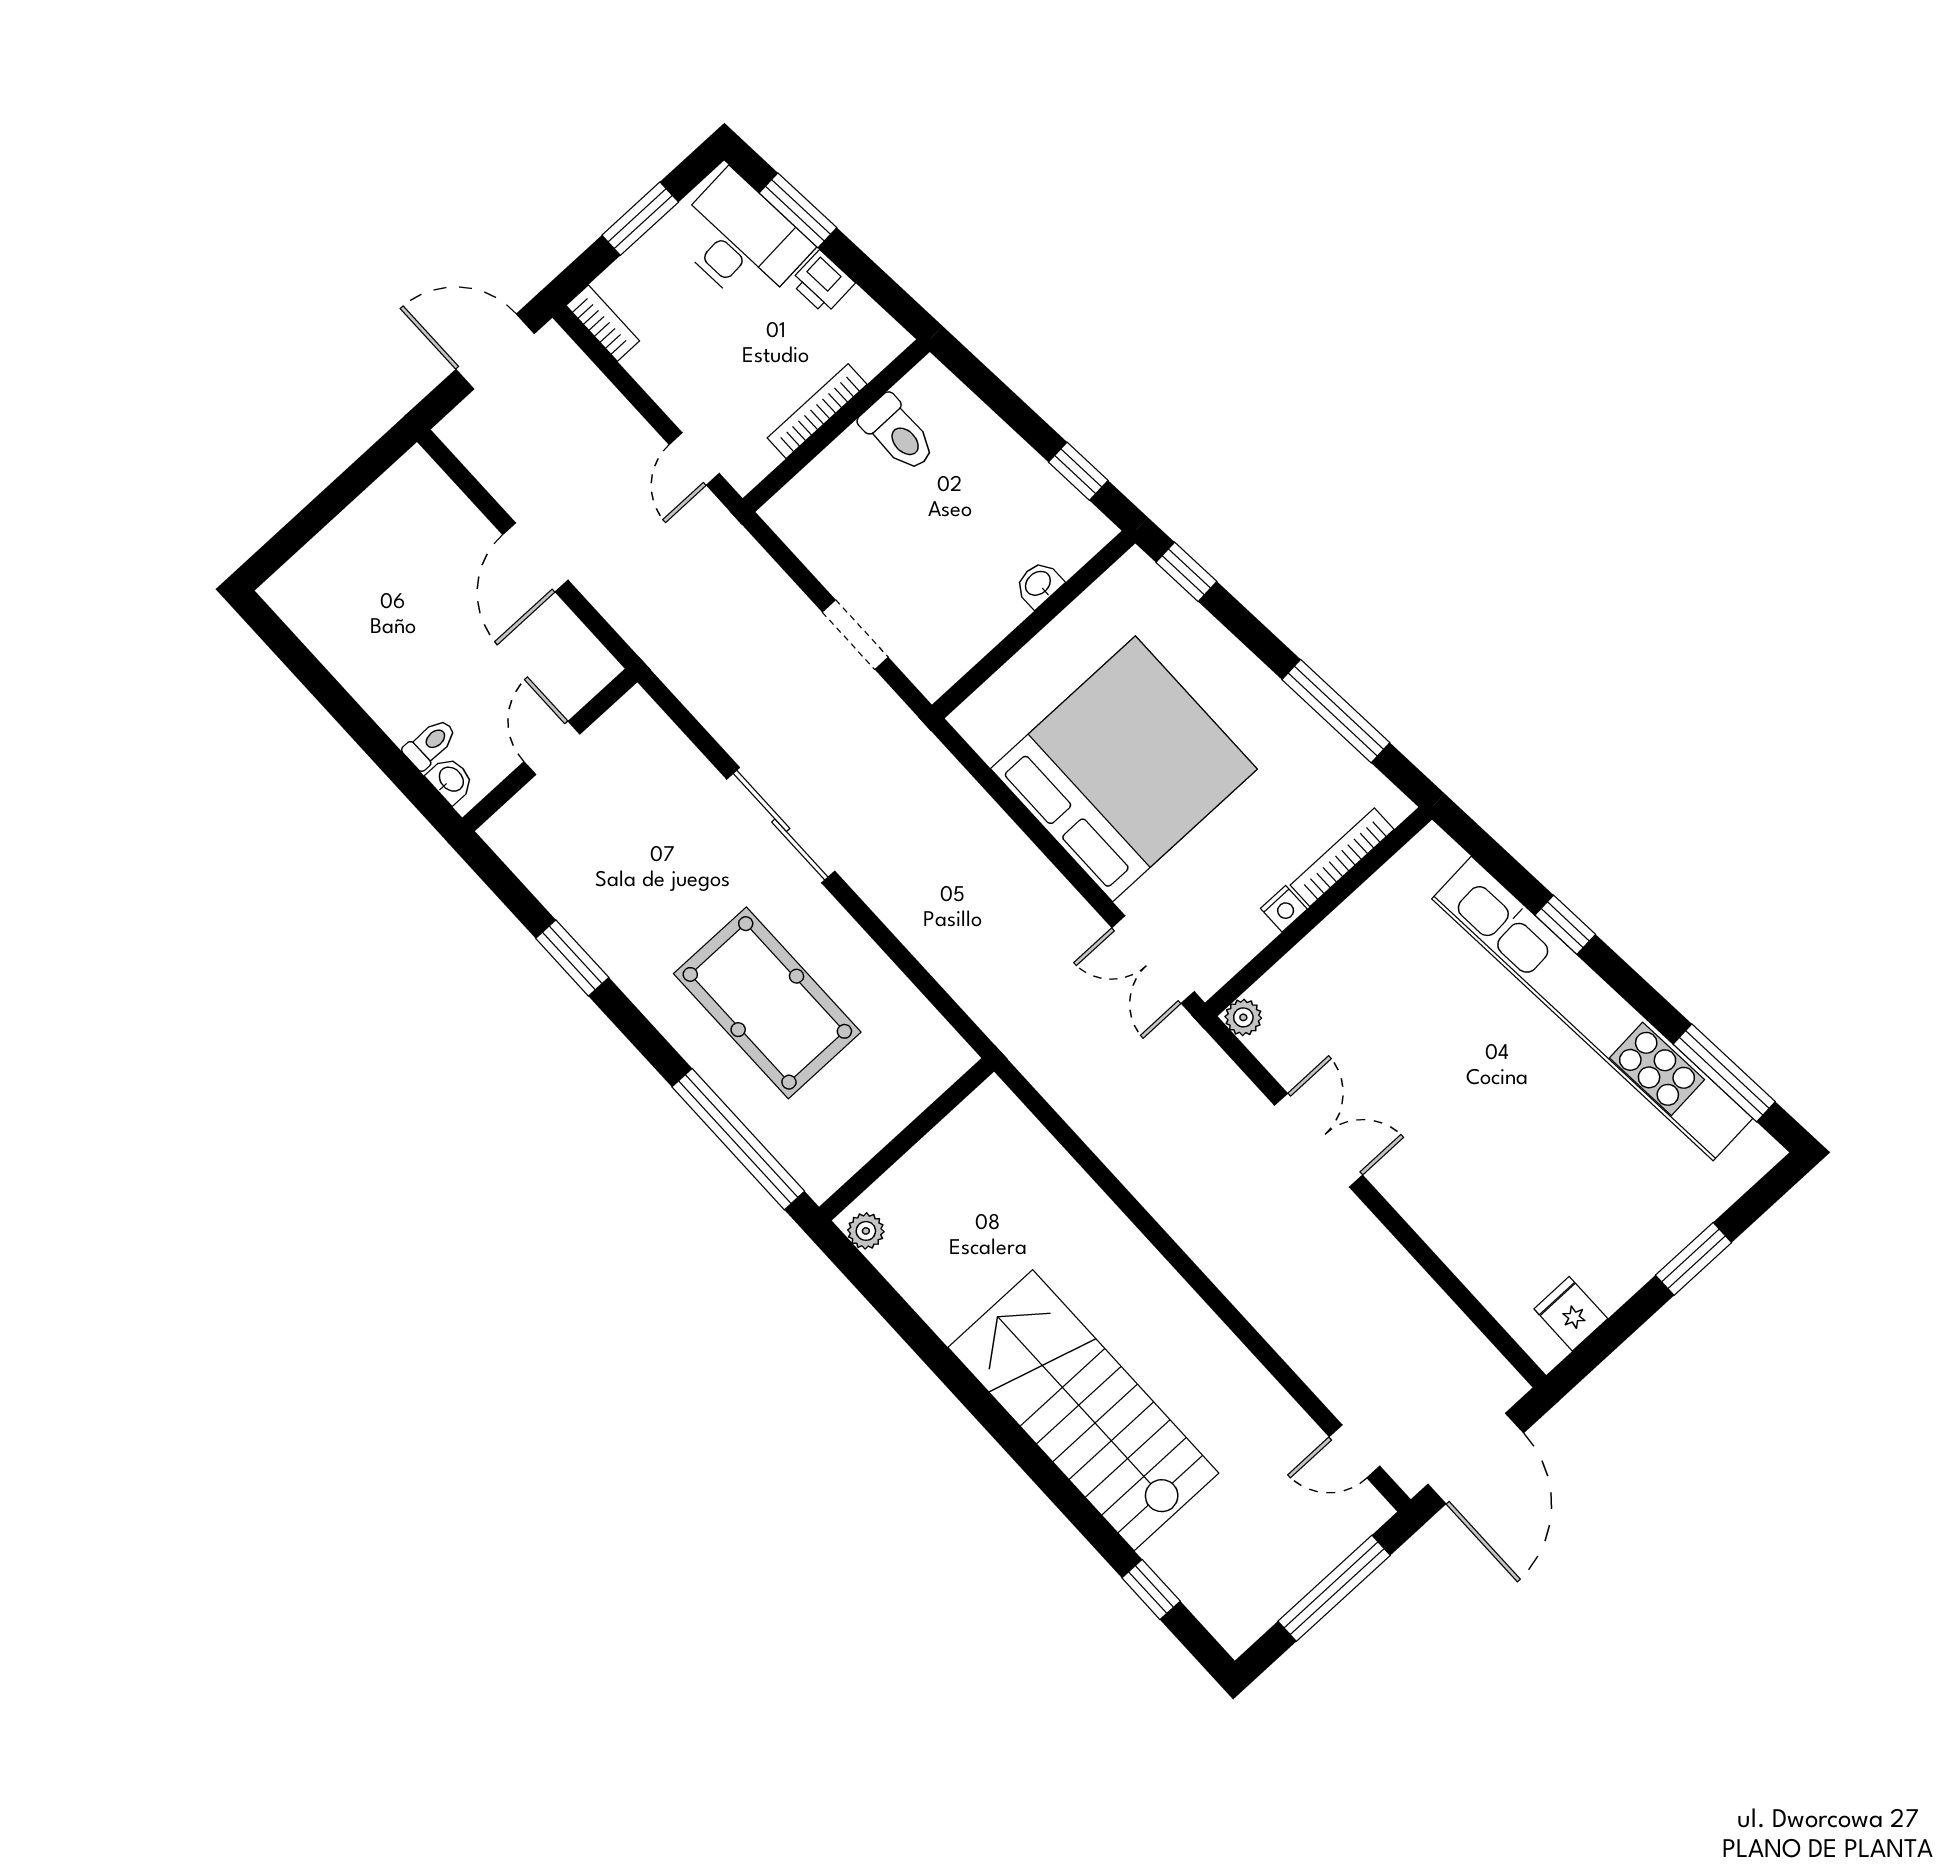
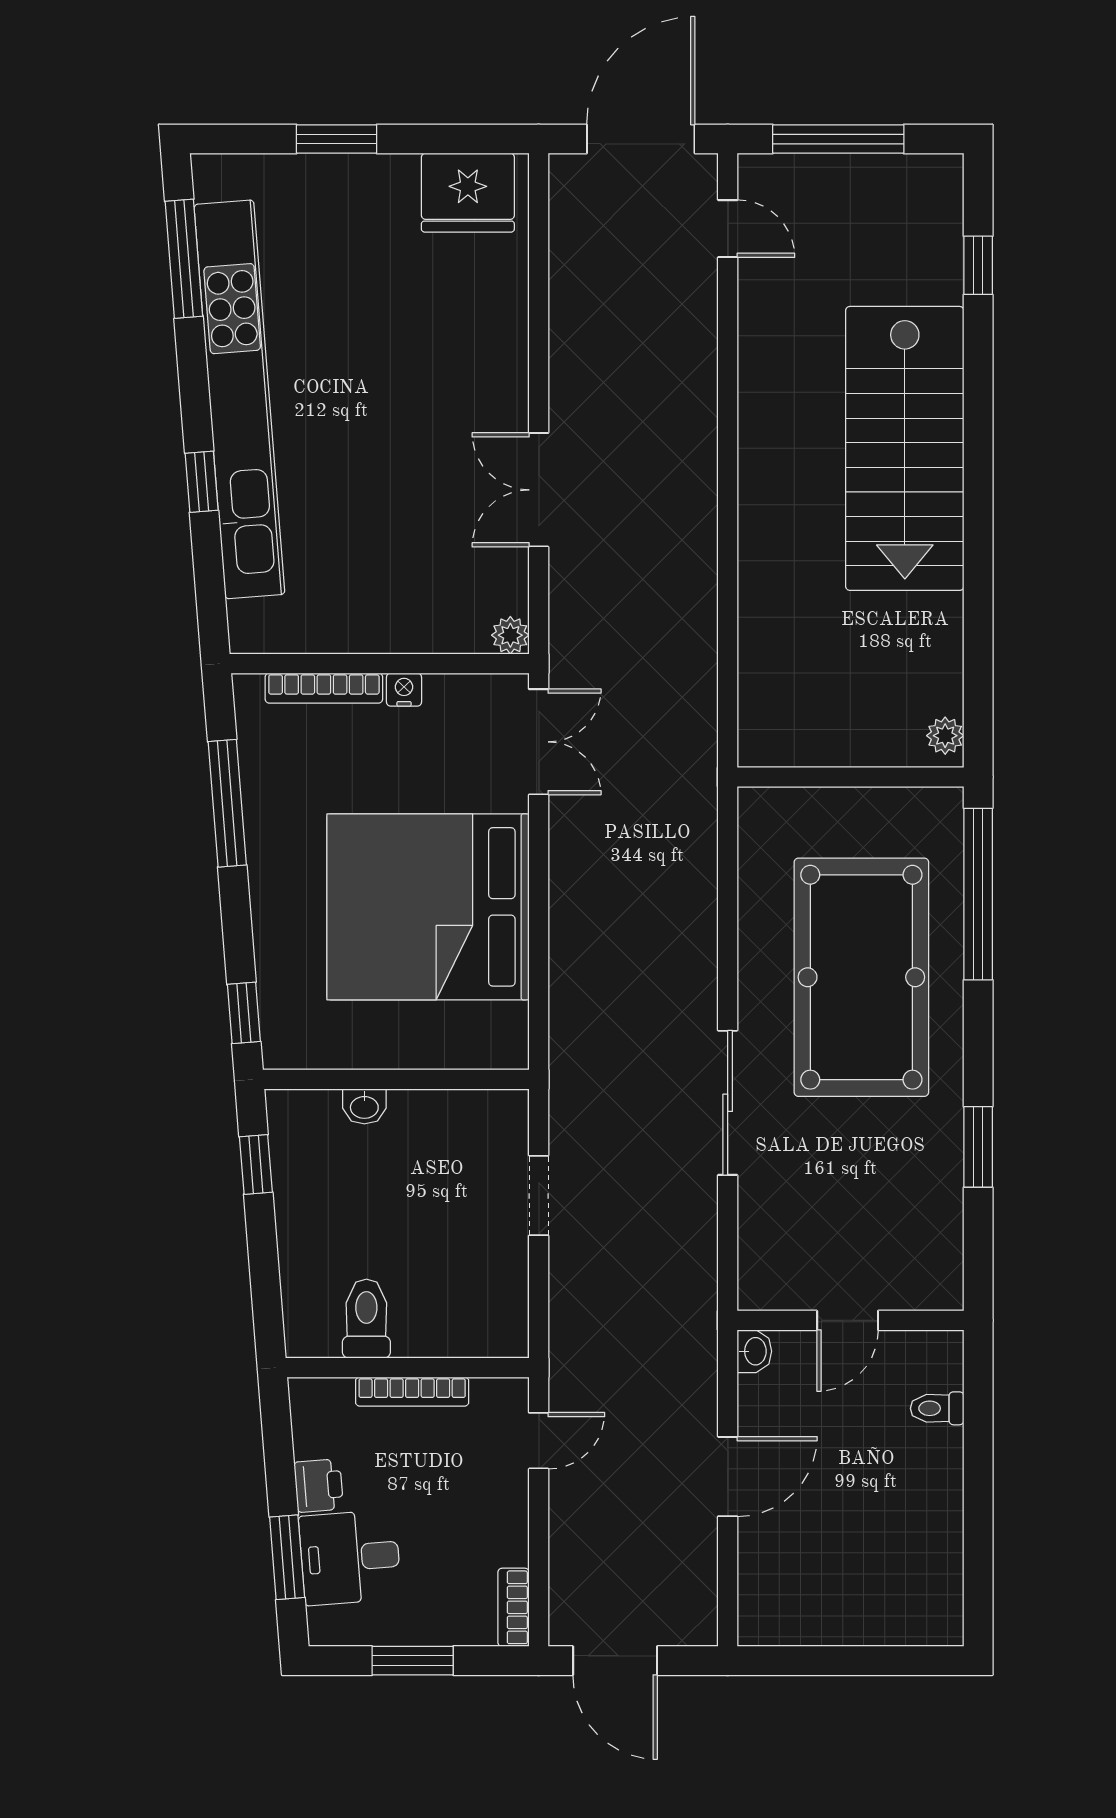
desk: (741, 240) -> (350, 1557), width x0.73
washbasin: (451, 780) -> (754, 1351), moved, turned 180
pool table: (767, 1003) -> (861, 977), width x1.36, depth x1.32
fridge: (1571, 1314) -> (468, 193), width x1.88, depth x1.34

